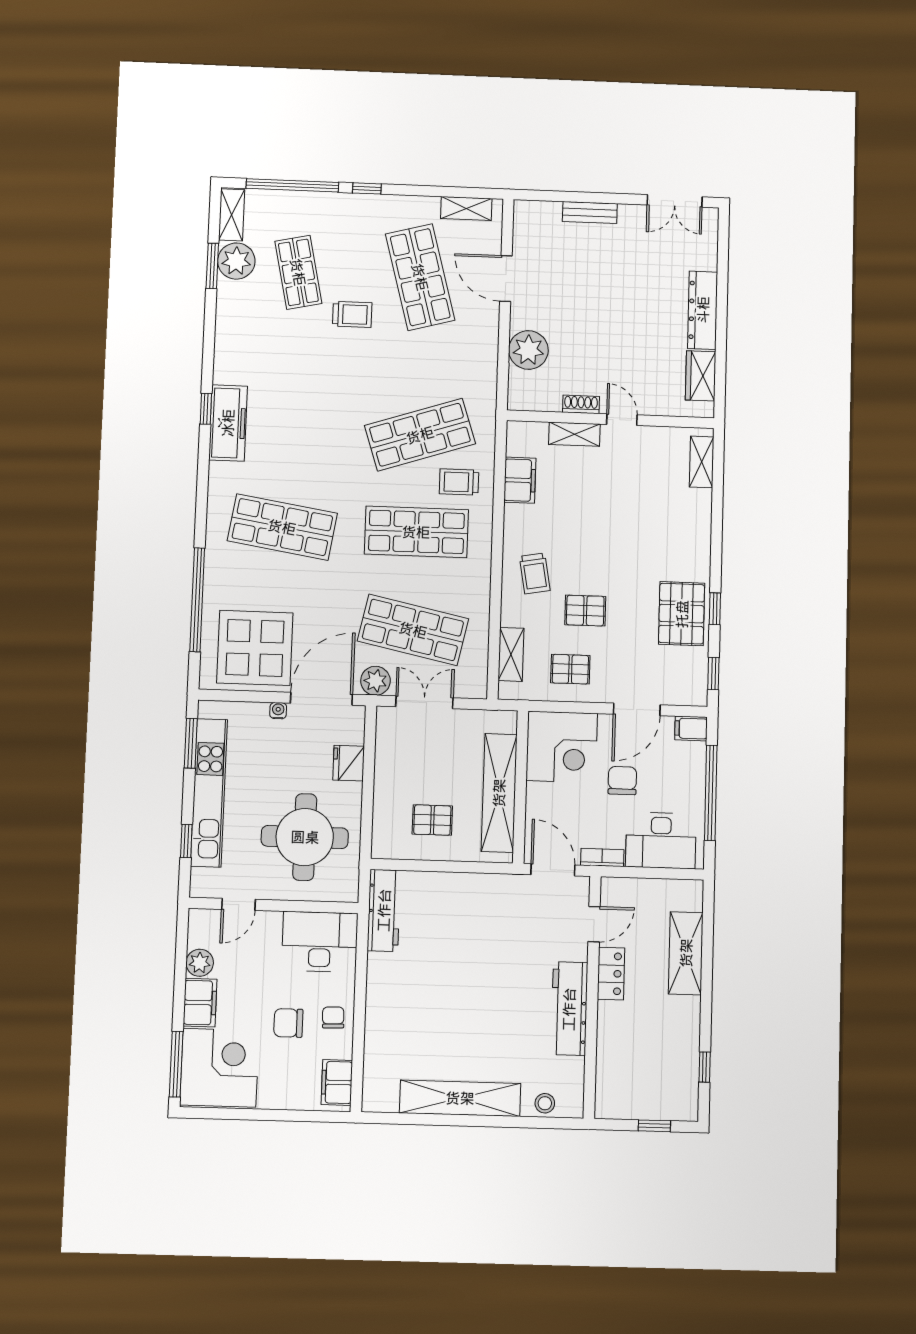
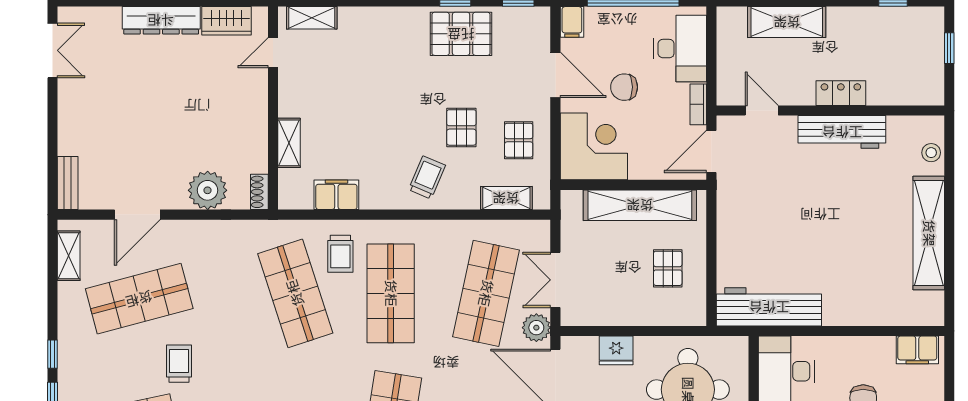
bench: (590, 213) -> (68, 183), moved
shoe rack: (581, 404) -> (259, 192), moved
door: (622, 420) -> (273, 53), moved
trolley: (535, 573) -> (427, 177), turned -57
workbench: (384, 910) -> (769, 307), width x1.36, depth x1.32
locker: (611, 974) -> (841, 93), moved
chair: (333, 1017) -> (857, 356), removed

